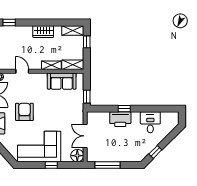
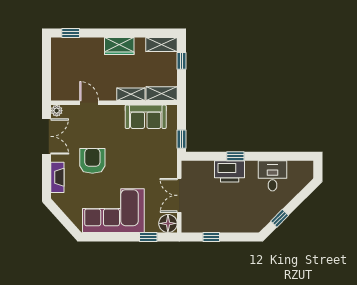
window: (51, 165) -> (148, 237), moved
window: (108, 165) -> (211, 237), width x0.46

